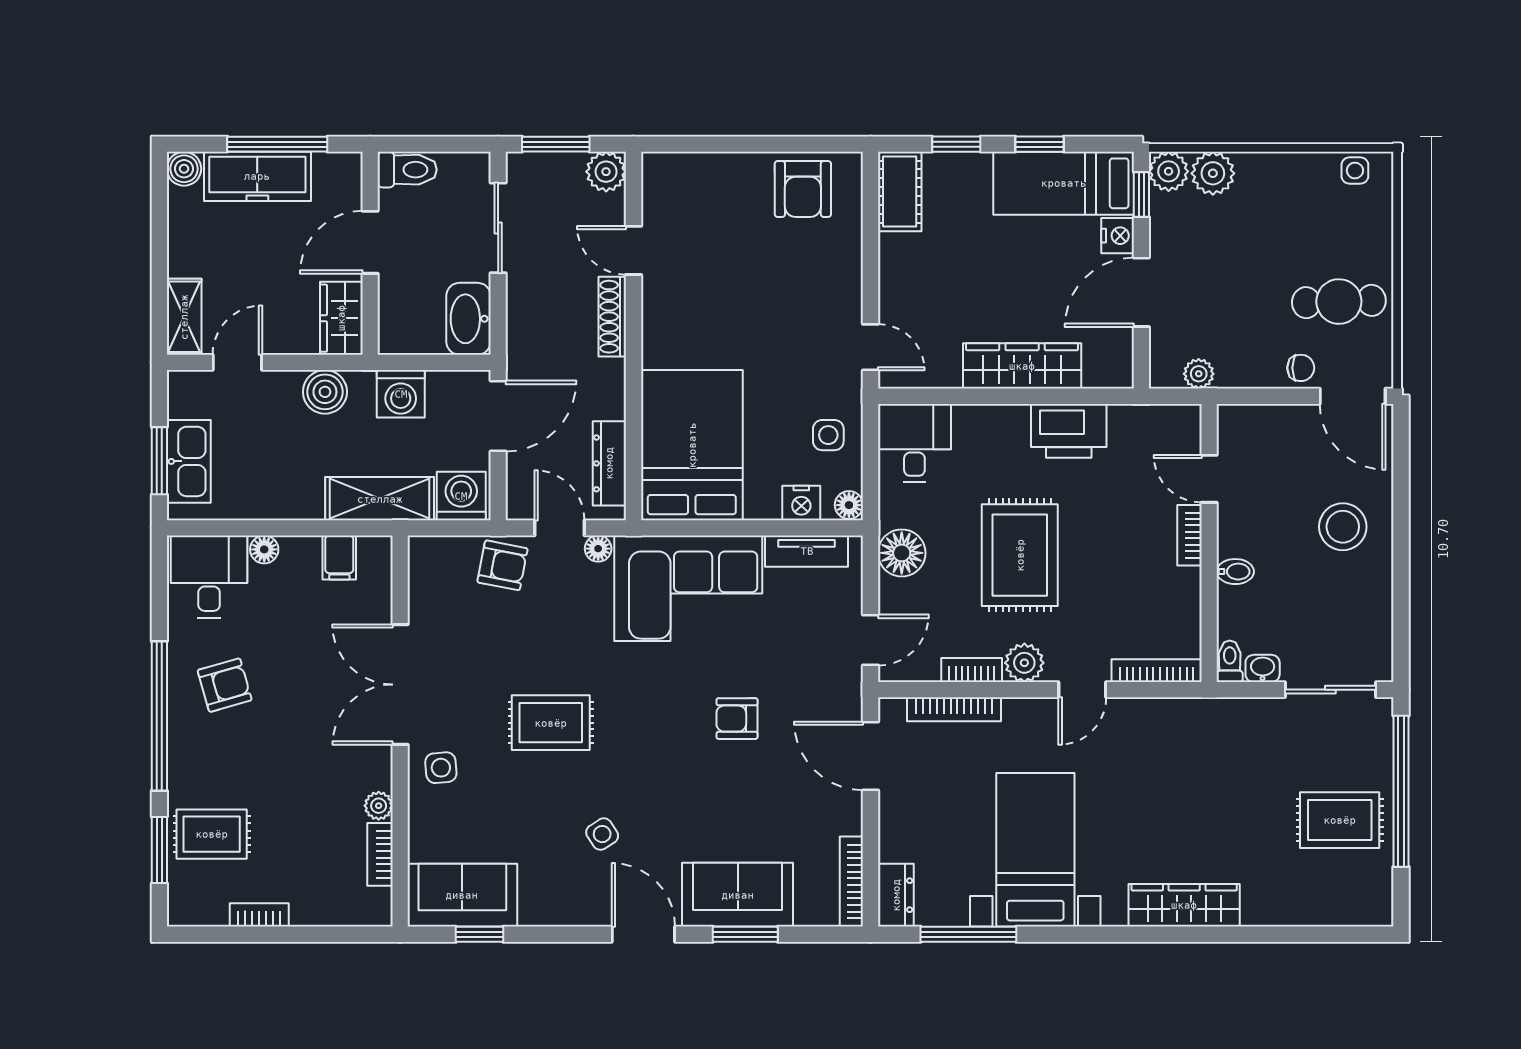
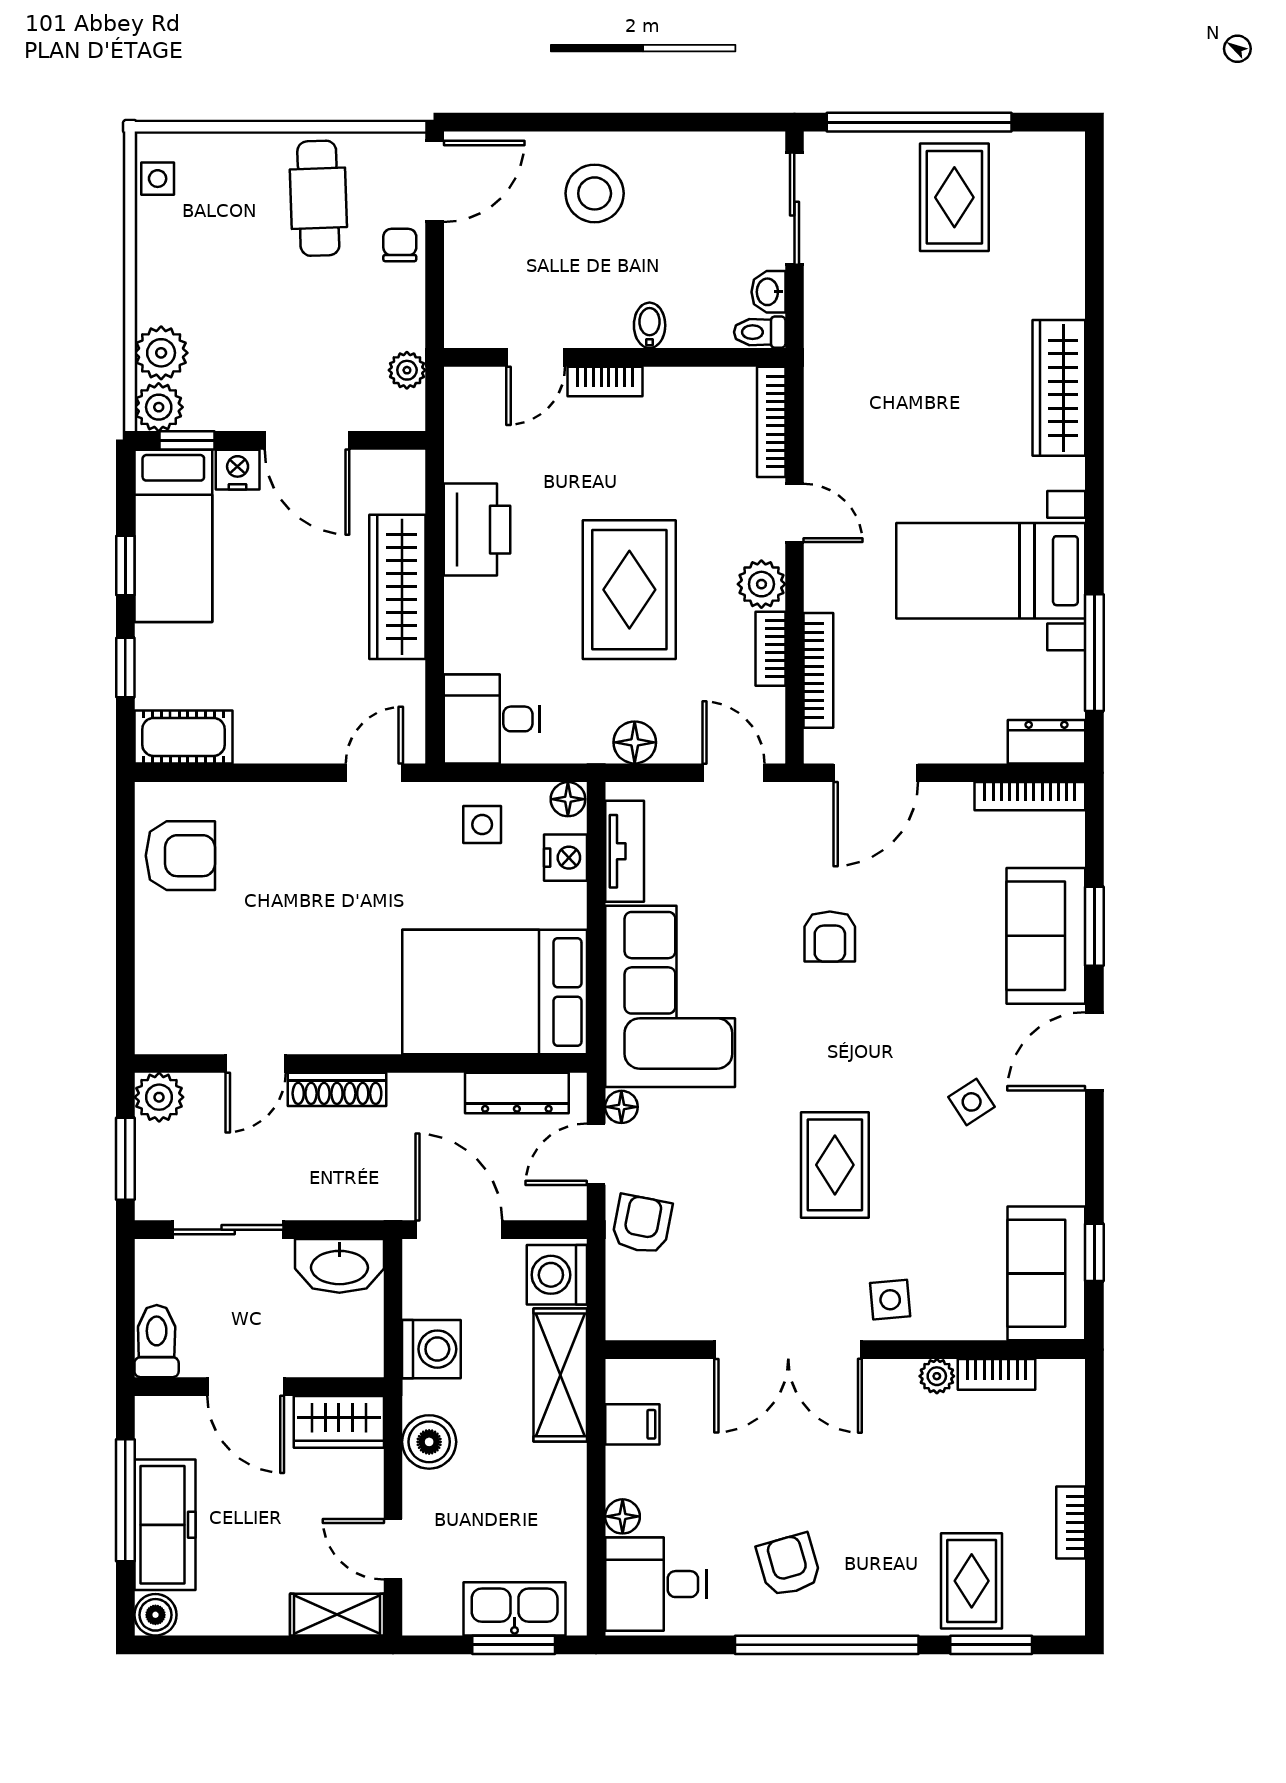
floor lamp: (902, 553) -> (635, 742), width x0.73, depth x0.73
rug: (1020, 555) -> (629, 590), turned 90

